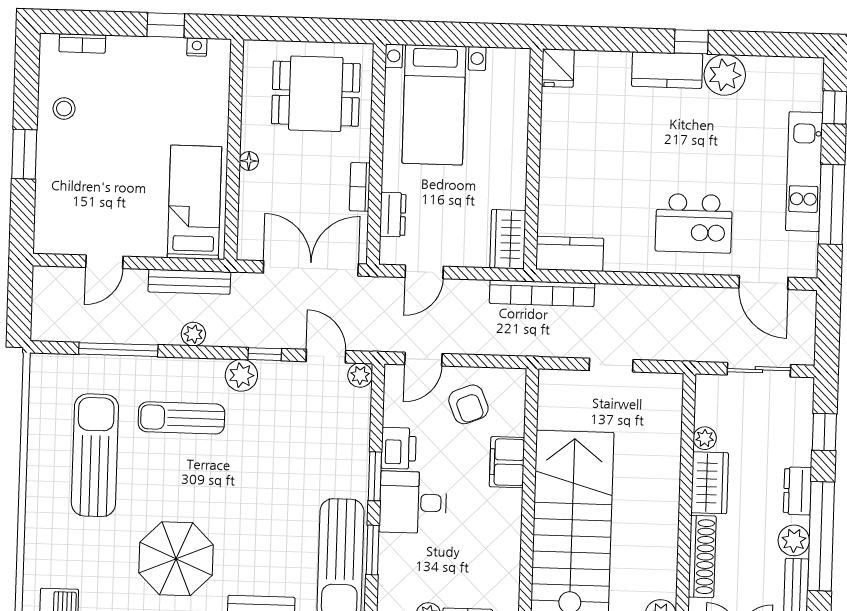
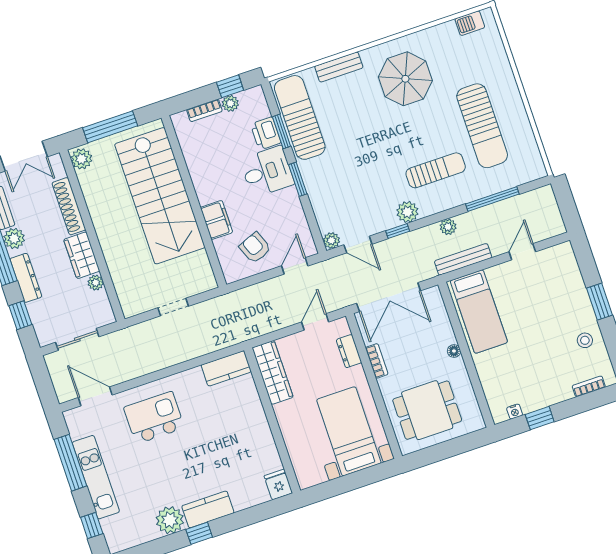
wardrobe: (508, 239) -> (273, 372), width x1.50
bookcase: (542, 293) -> (235, 336), removed
printer: (399, 448) -> (266, 133), moved
dresser: (798, 491) -> (26, 278), width x1.44

